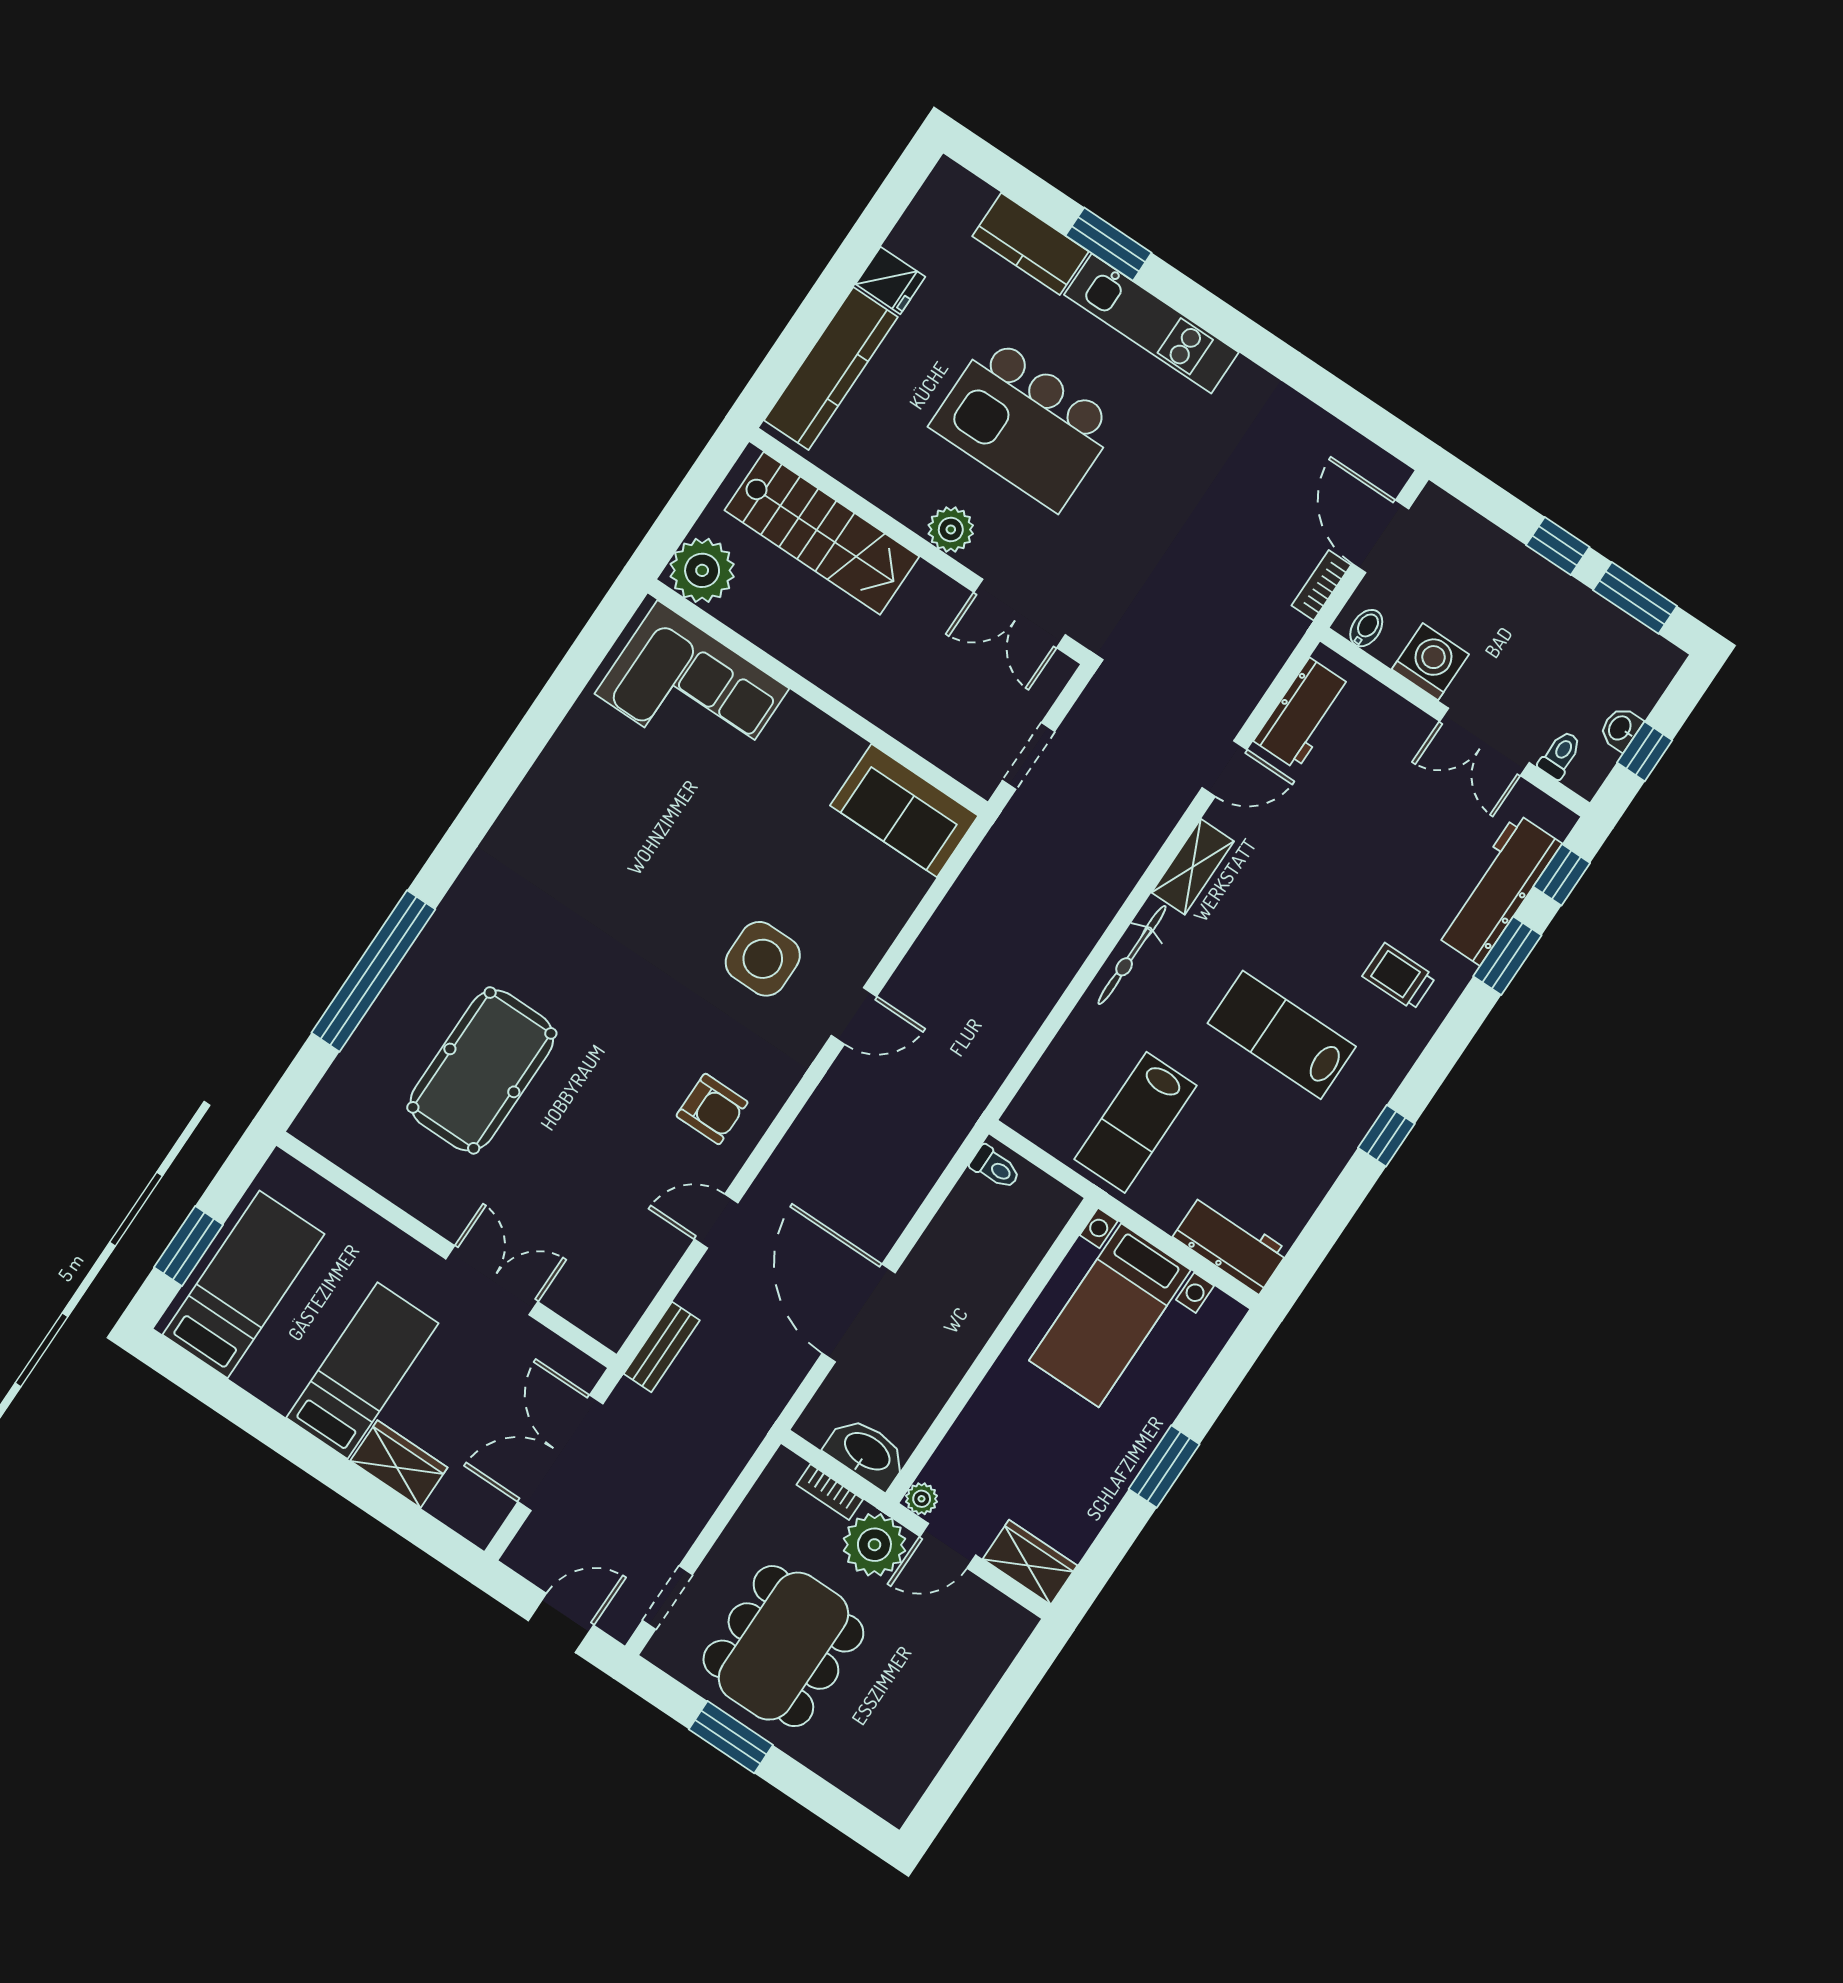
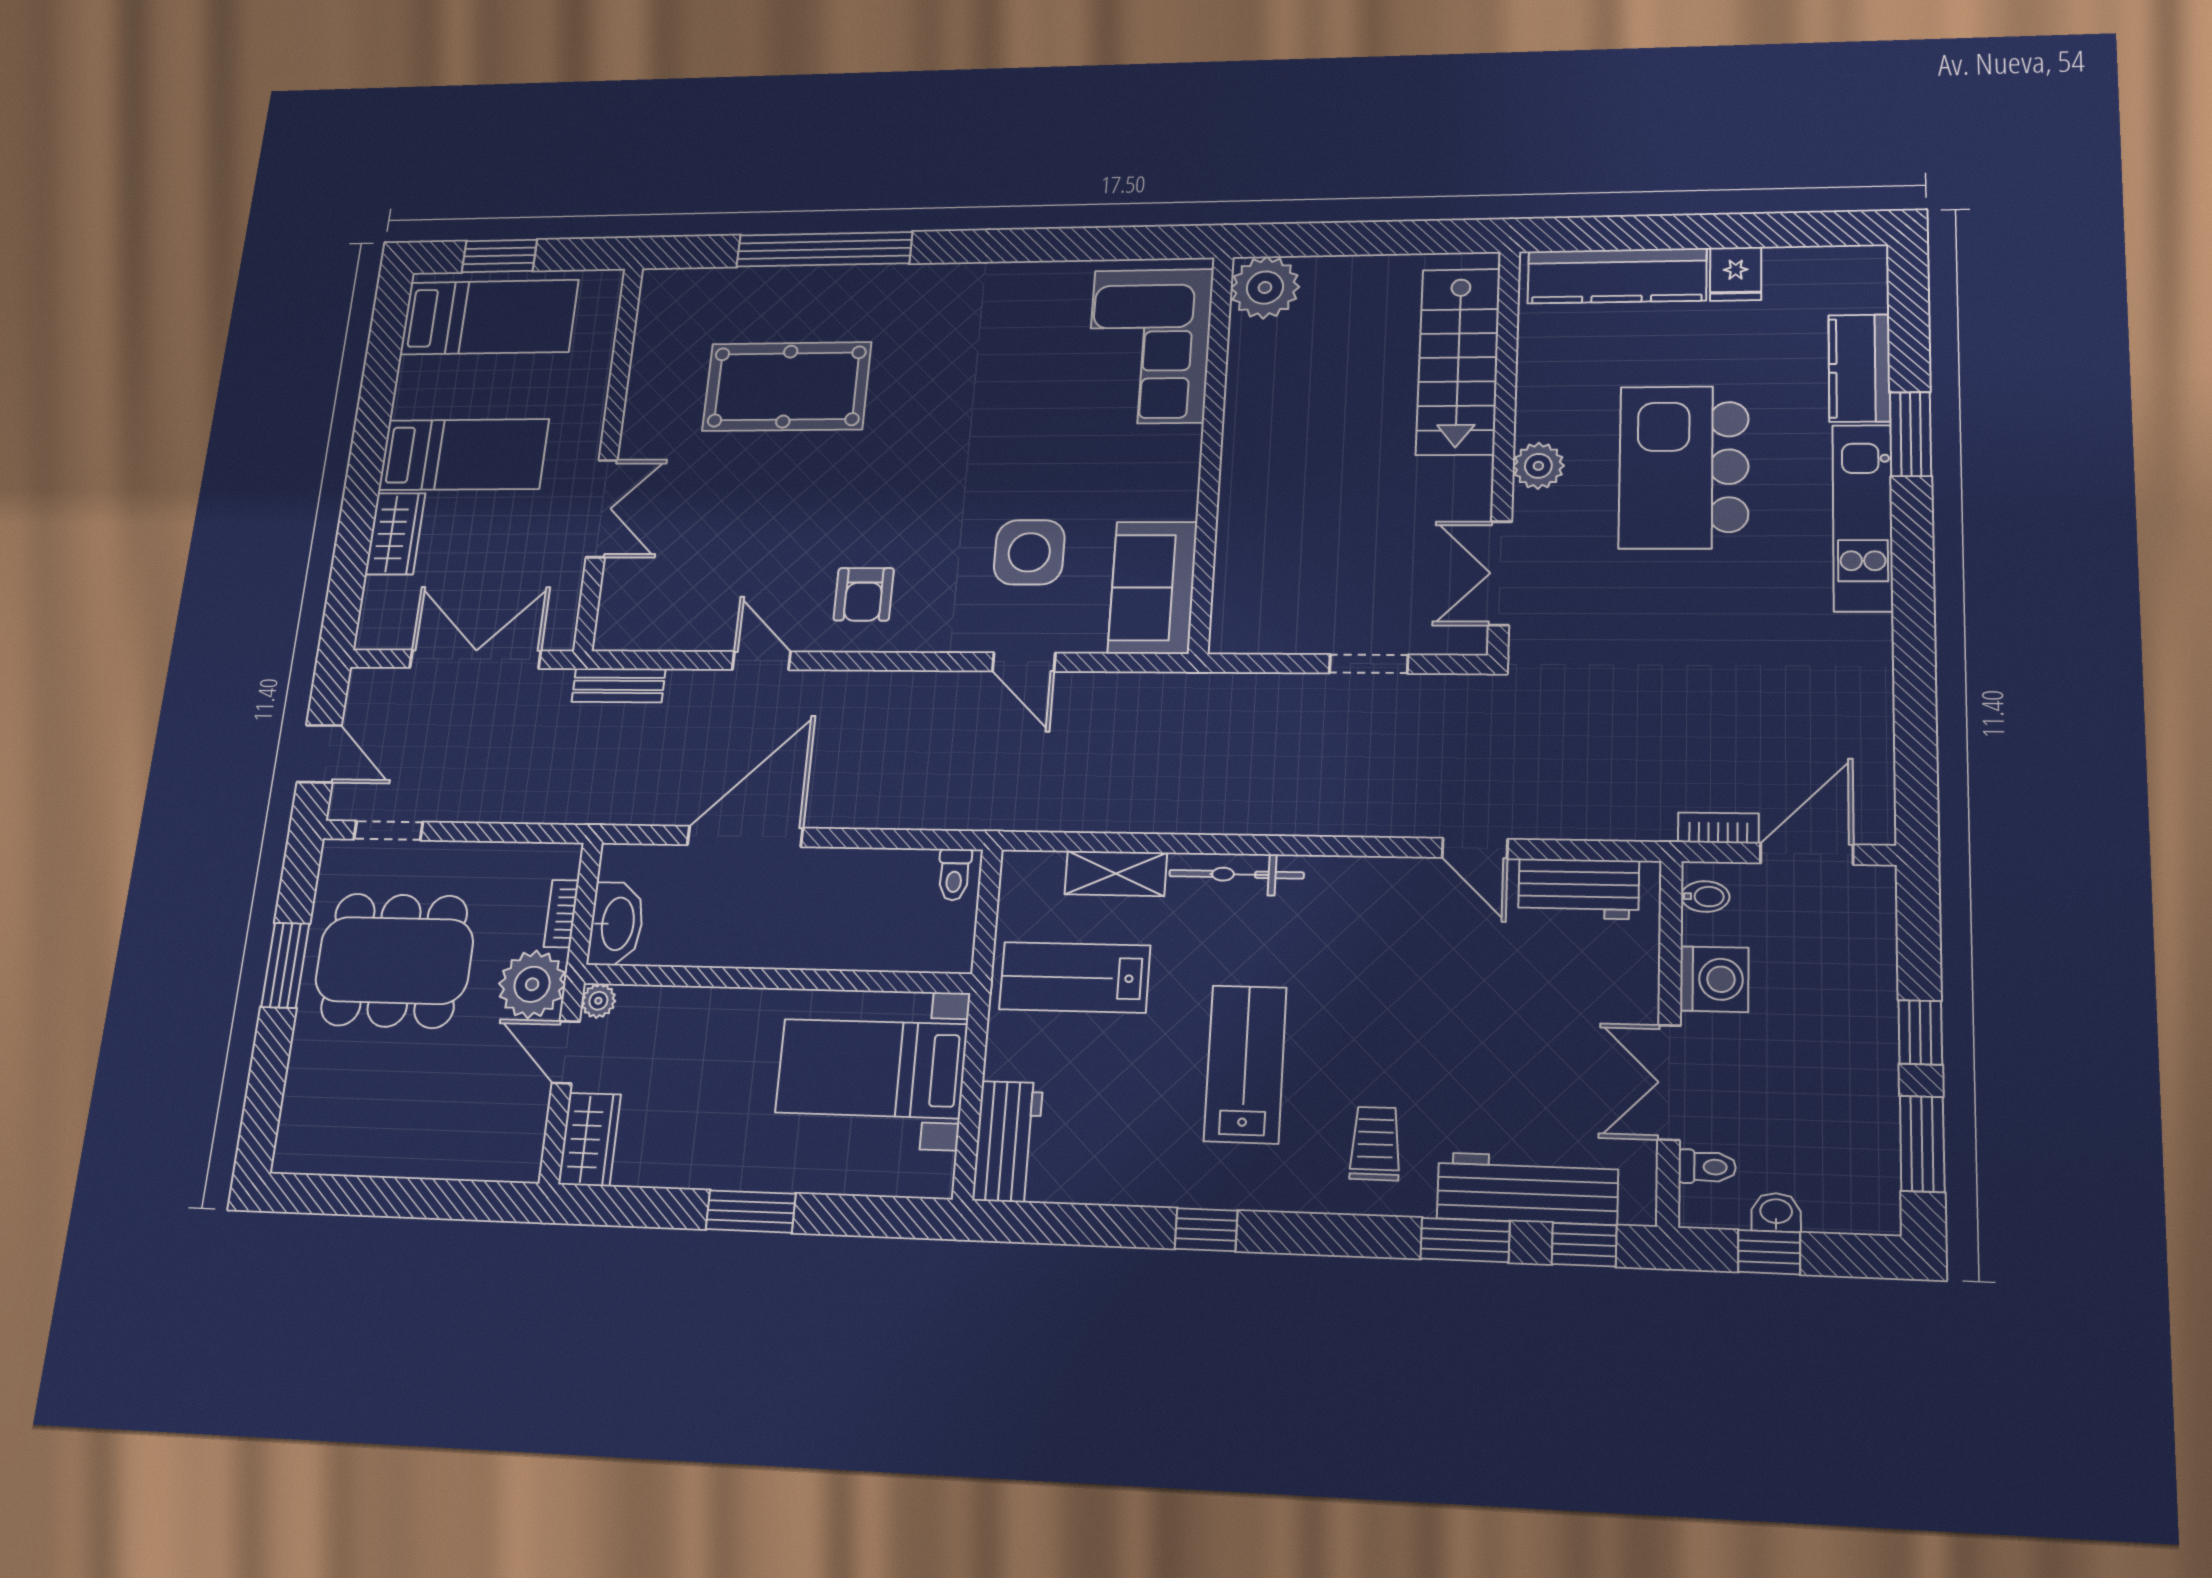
plant: (702, 570) -> (1265, 288), moved
corner sofa: (692, 691) -> (1149, 346), moved
wall: (818, 697) -> (1211, 451), moved
sofa: (904, 811) -> (1153, 588), moved
shelving: (1193, 867) -> (1116, 874), moved

